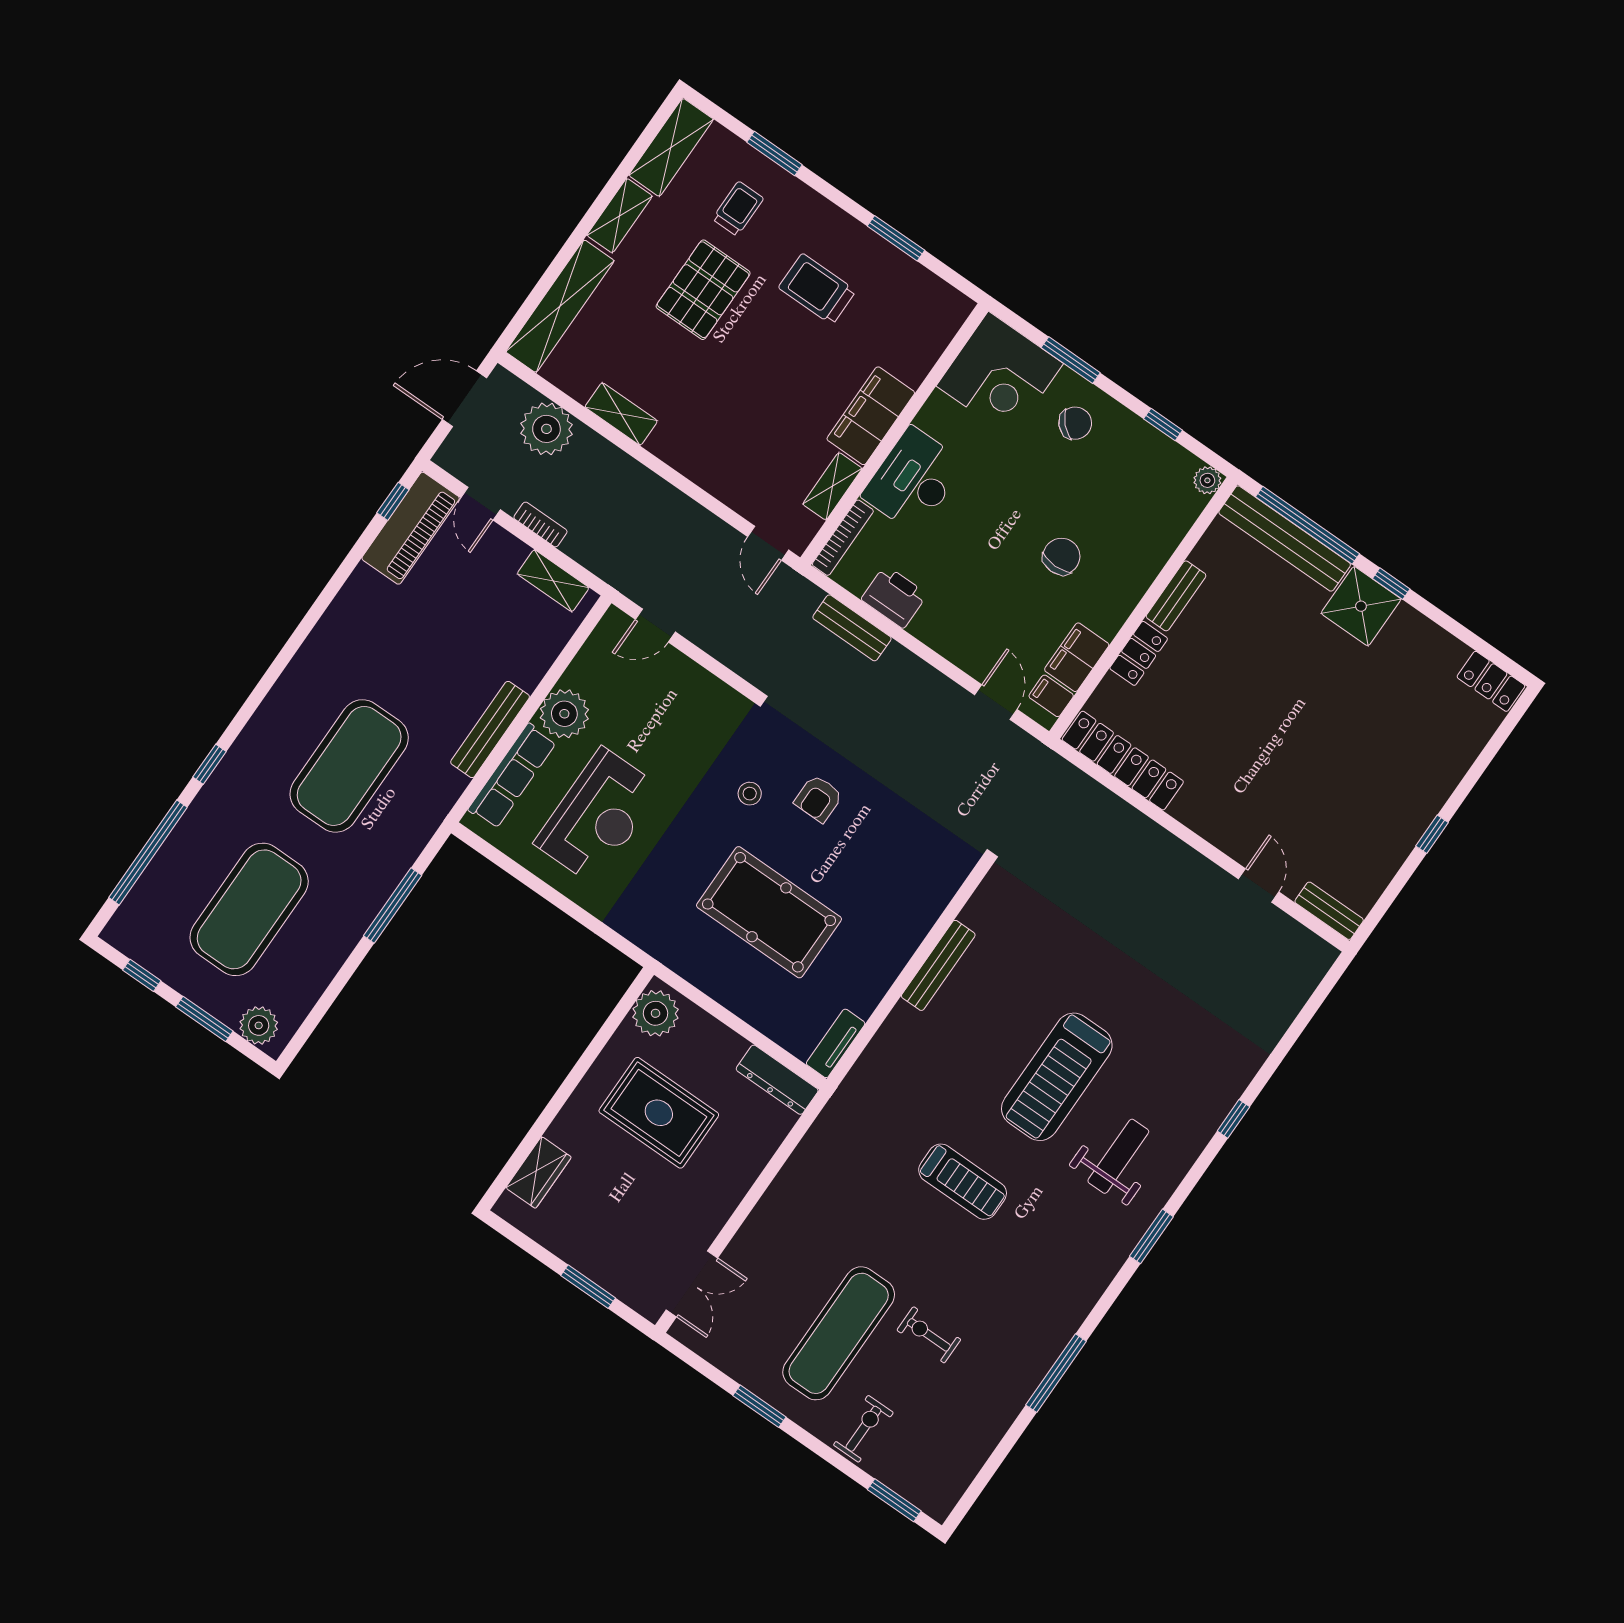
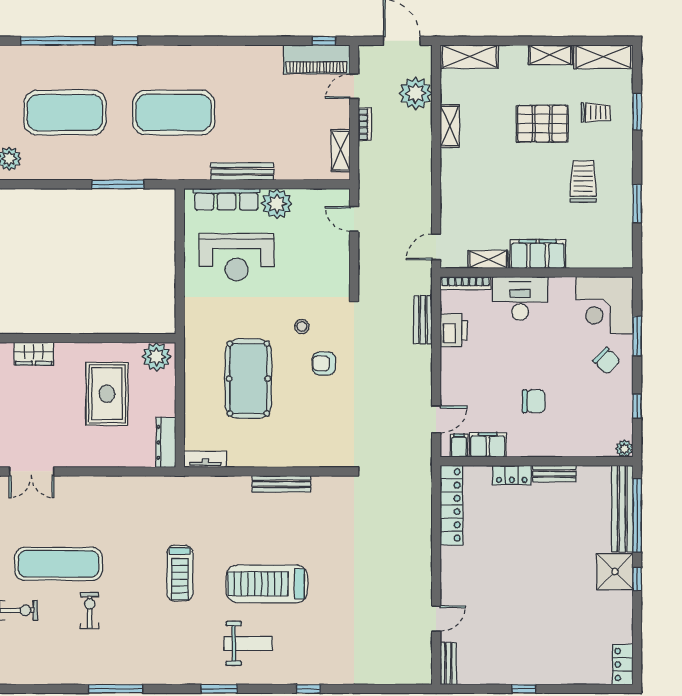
shelving: (560, 306) -> (469, 57), width x0.68

